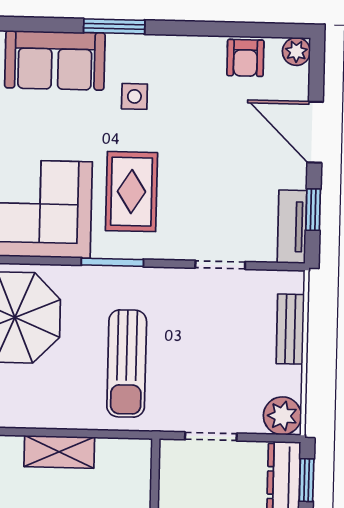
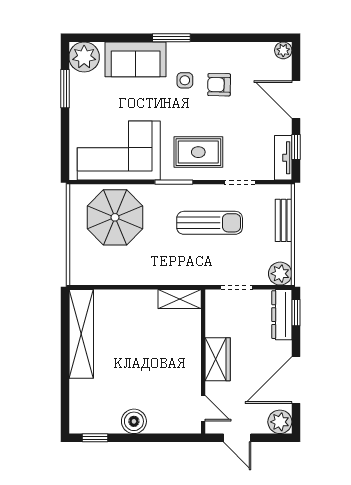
armchair: (245, 58) -> (219, 85), moved, turned 91
rug: (131, 192) -> (198, 152), moved, turned 90
sun lounger: (127, 364) -> (210, 223), moved, turned -90
shelving: (59, 452) -> (180, 299), moved

